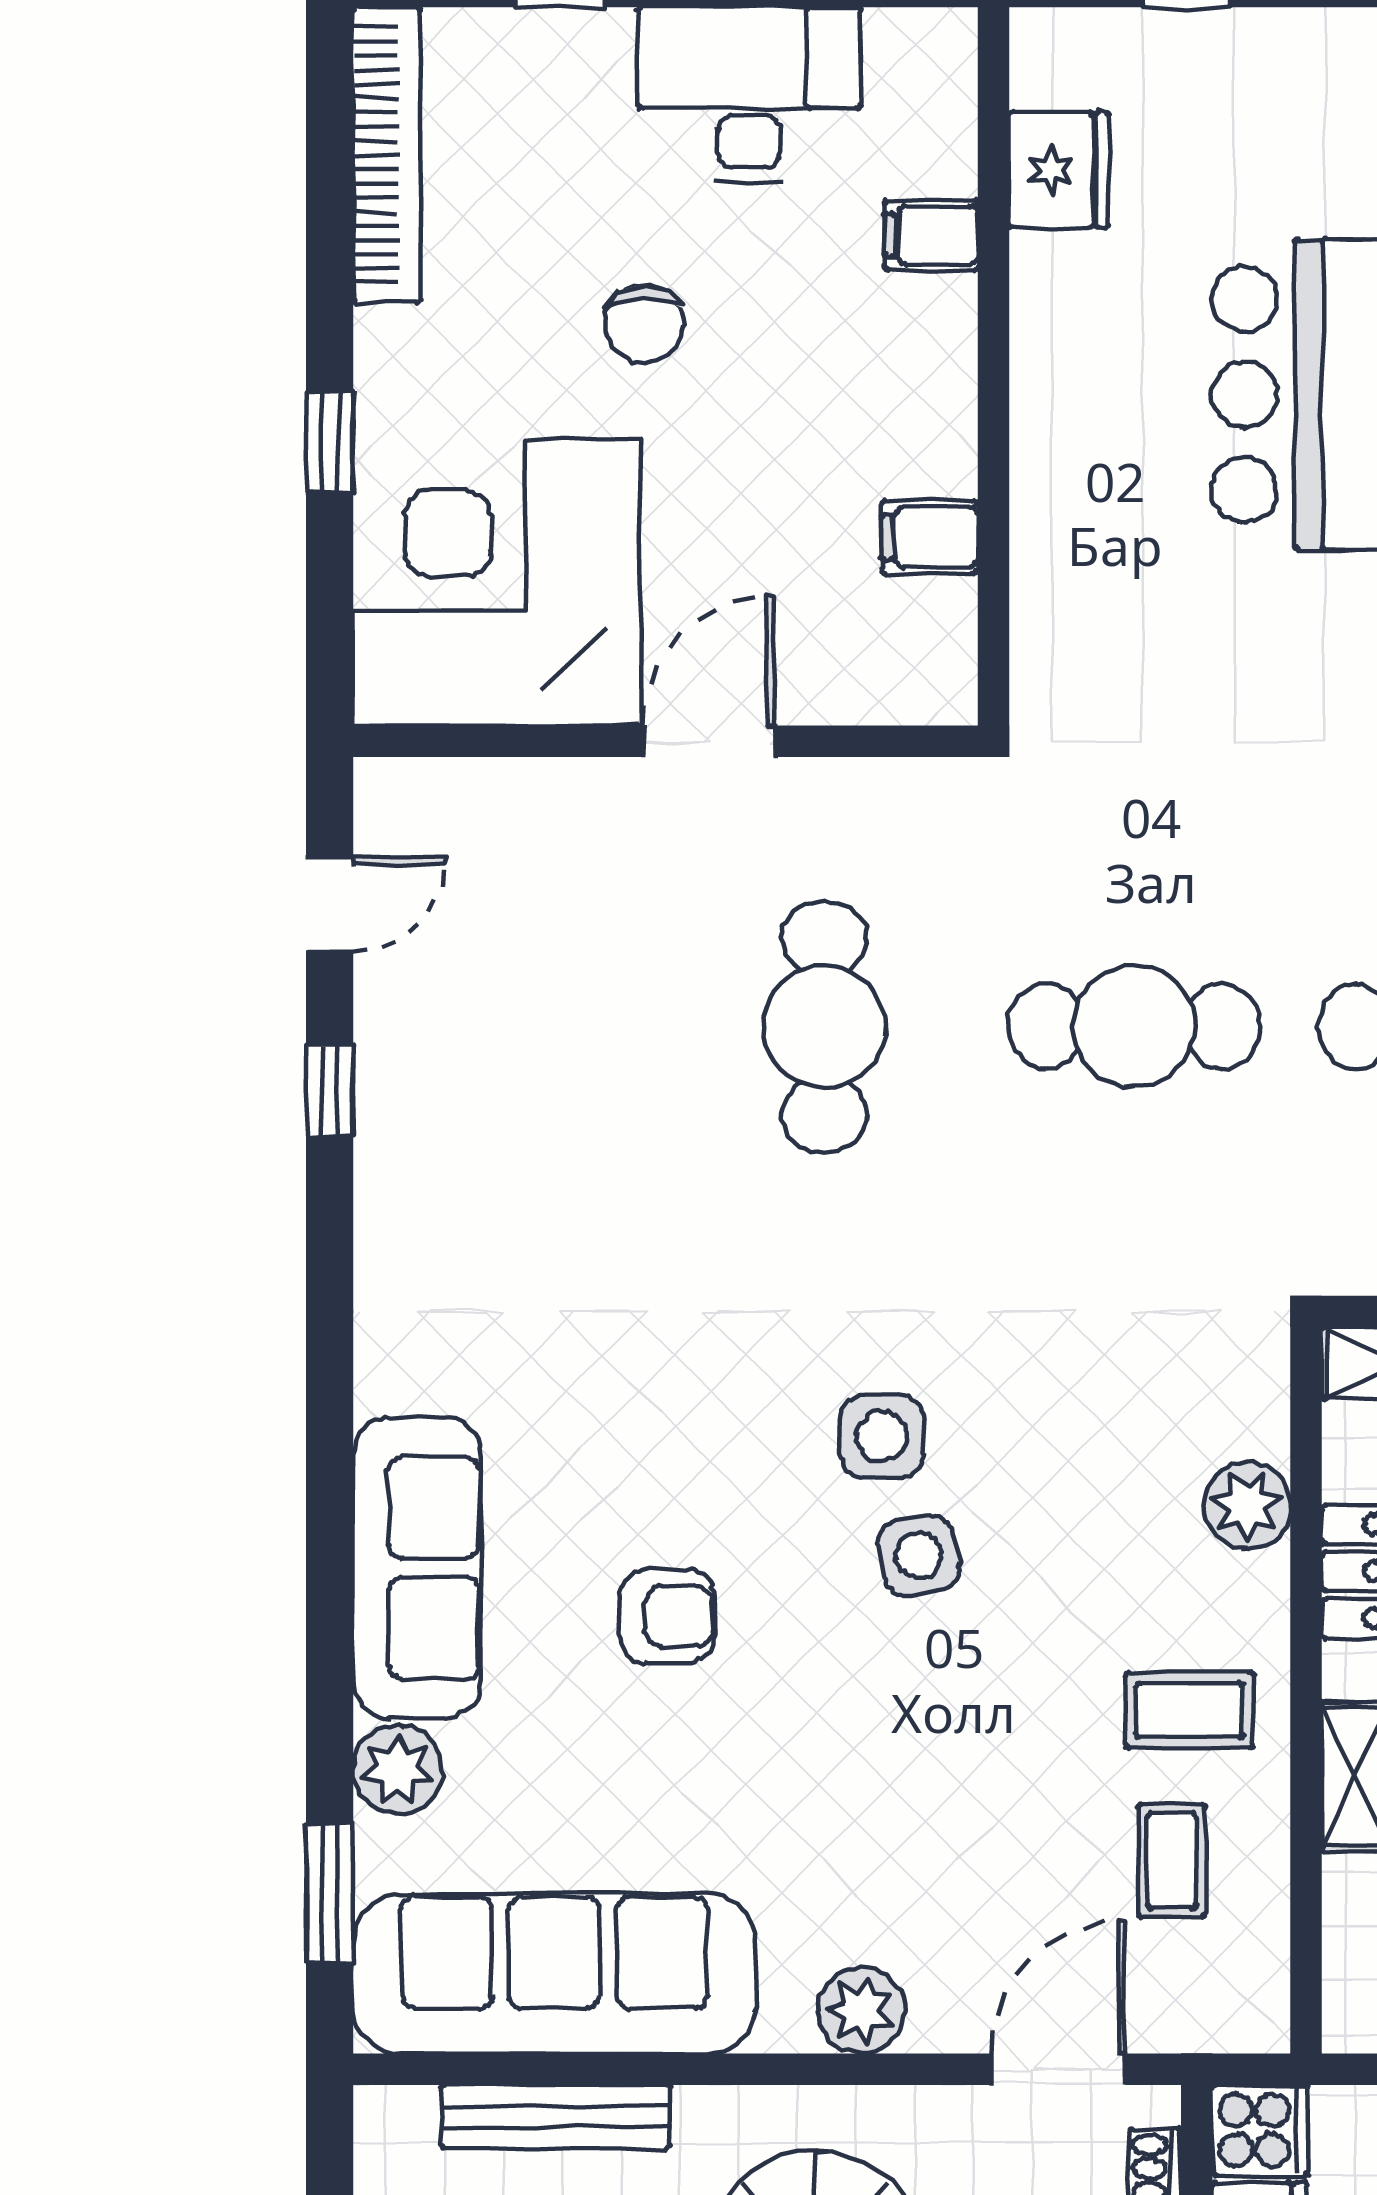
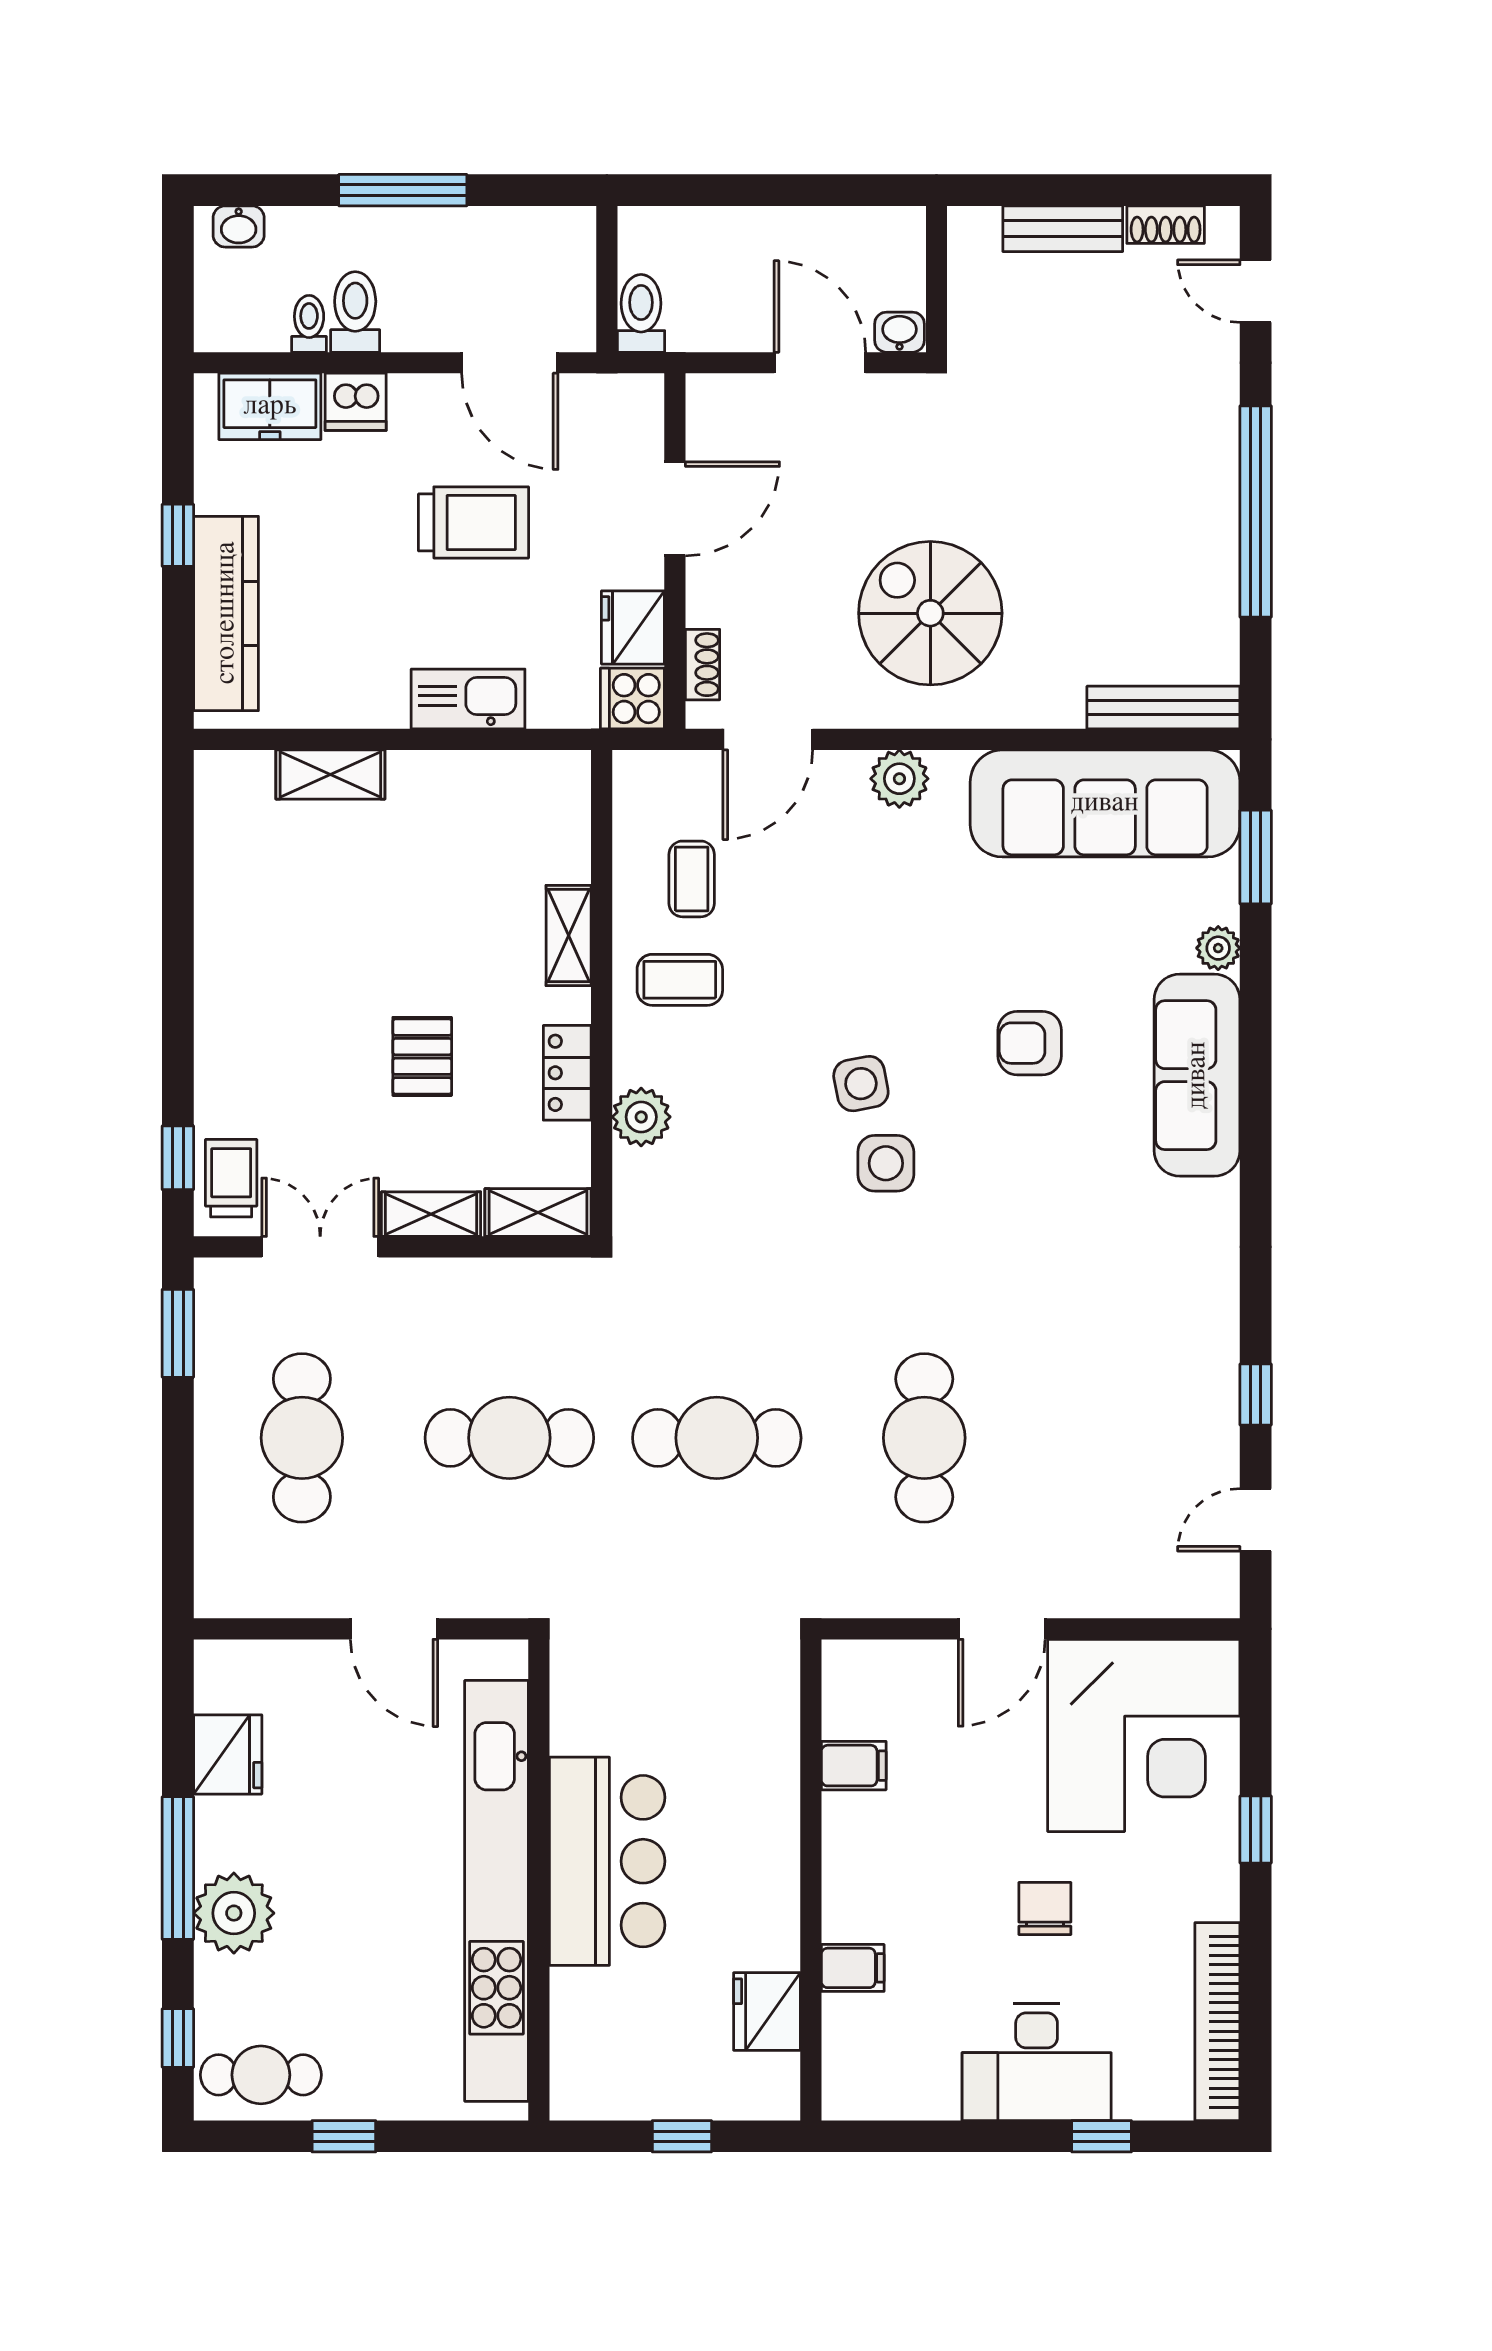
desk: (749, 94) -> (1037, 2062), moved
plant: (398, 1770) -> (1218, 948), width x0.73, depth x0.73
bench: (555, 2117) -> (1163, 708), moved

